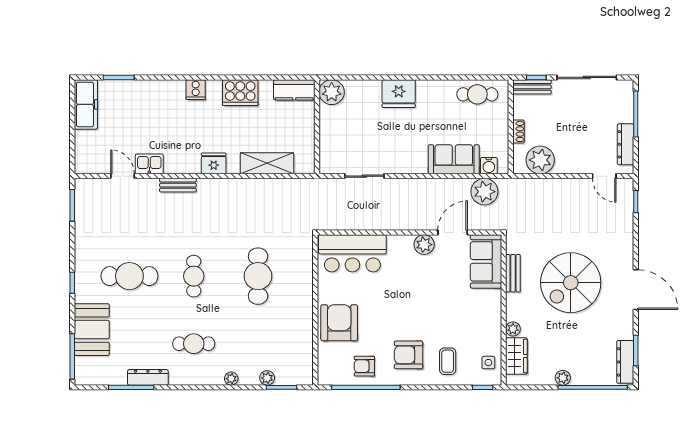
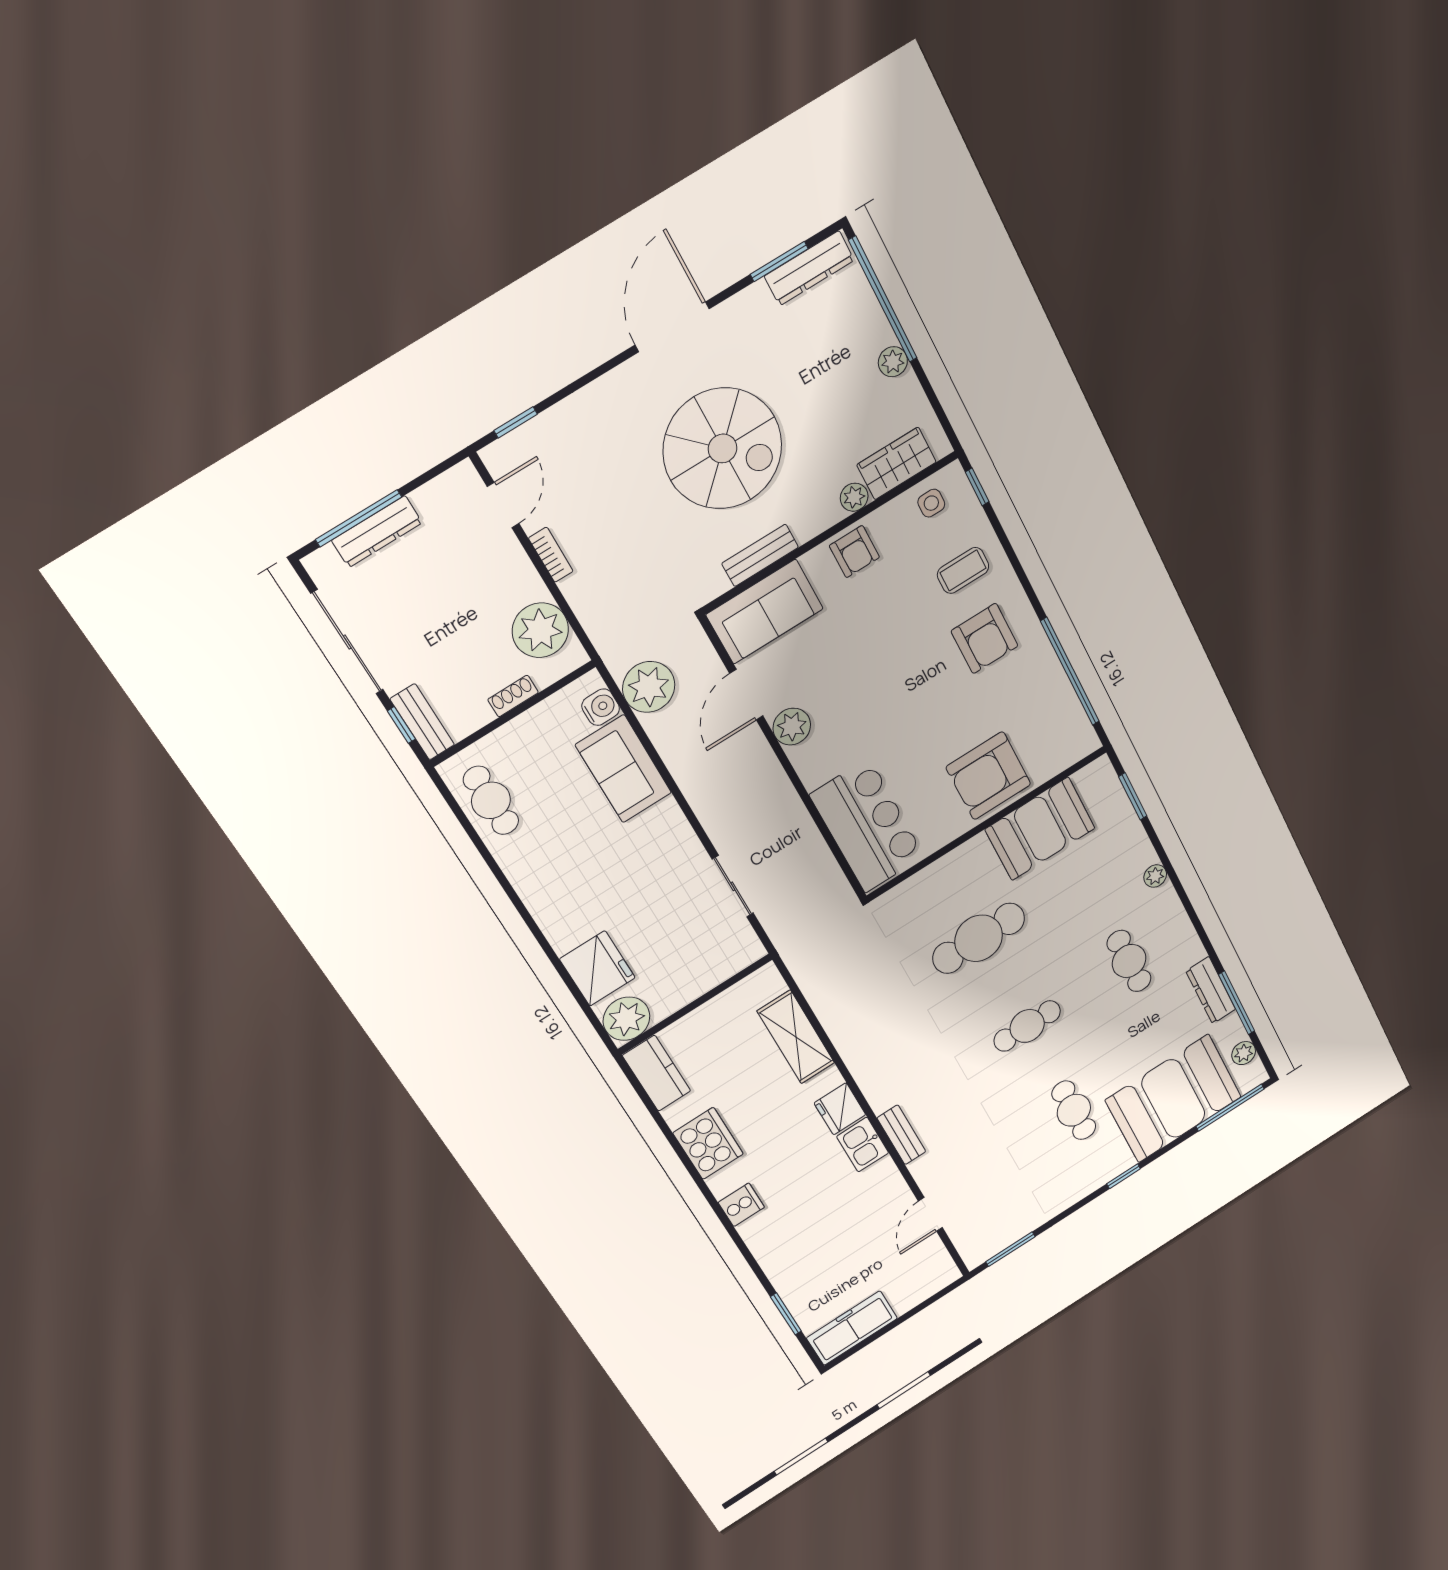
fridge: (399, 94) -> (597, 968), moved
dresser: (626, 144) -> (377, 532), moved
kitchen sink: (149, 164) -> (863, 1145), moved
bookcase: (570, 184) -> (551, 555), added
door: (453, 232) -> (746, 695), hinge flipped
cafe table: (129, 276) -> (1074, 1110), width x0.73, depth x0.74
booth: (92, 330) -> (1173, 1099), width x1.36, depth x1.42
booth: (295, 334) -> (1040, 829), added
armchair: (364, 366) -> (854, 552), moved
plant: (267, 378) -> (1244, 1053), moved

